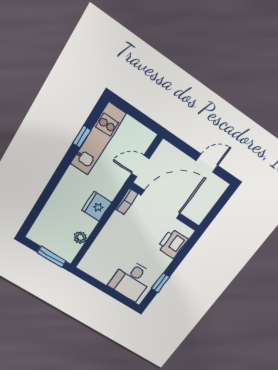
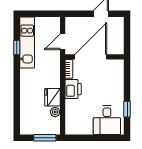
fridge: (97, 206) -> (52, 97), moved
printer: (173, 244) -> (73, 89), moved, turned 180

